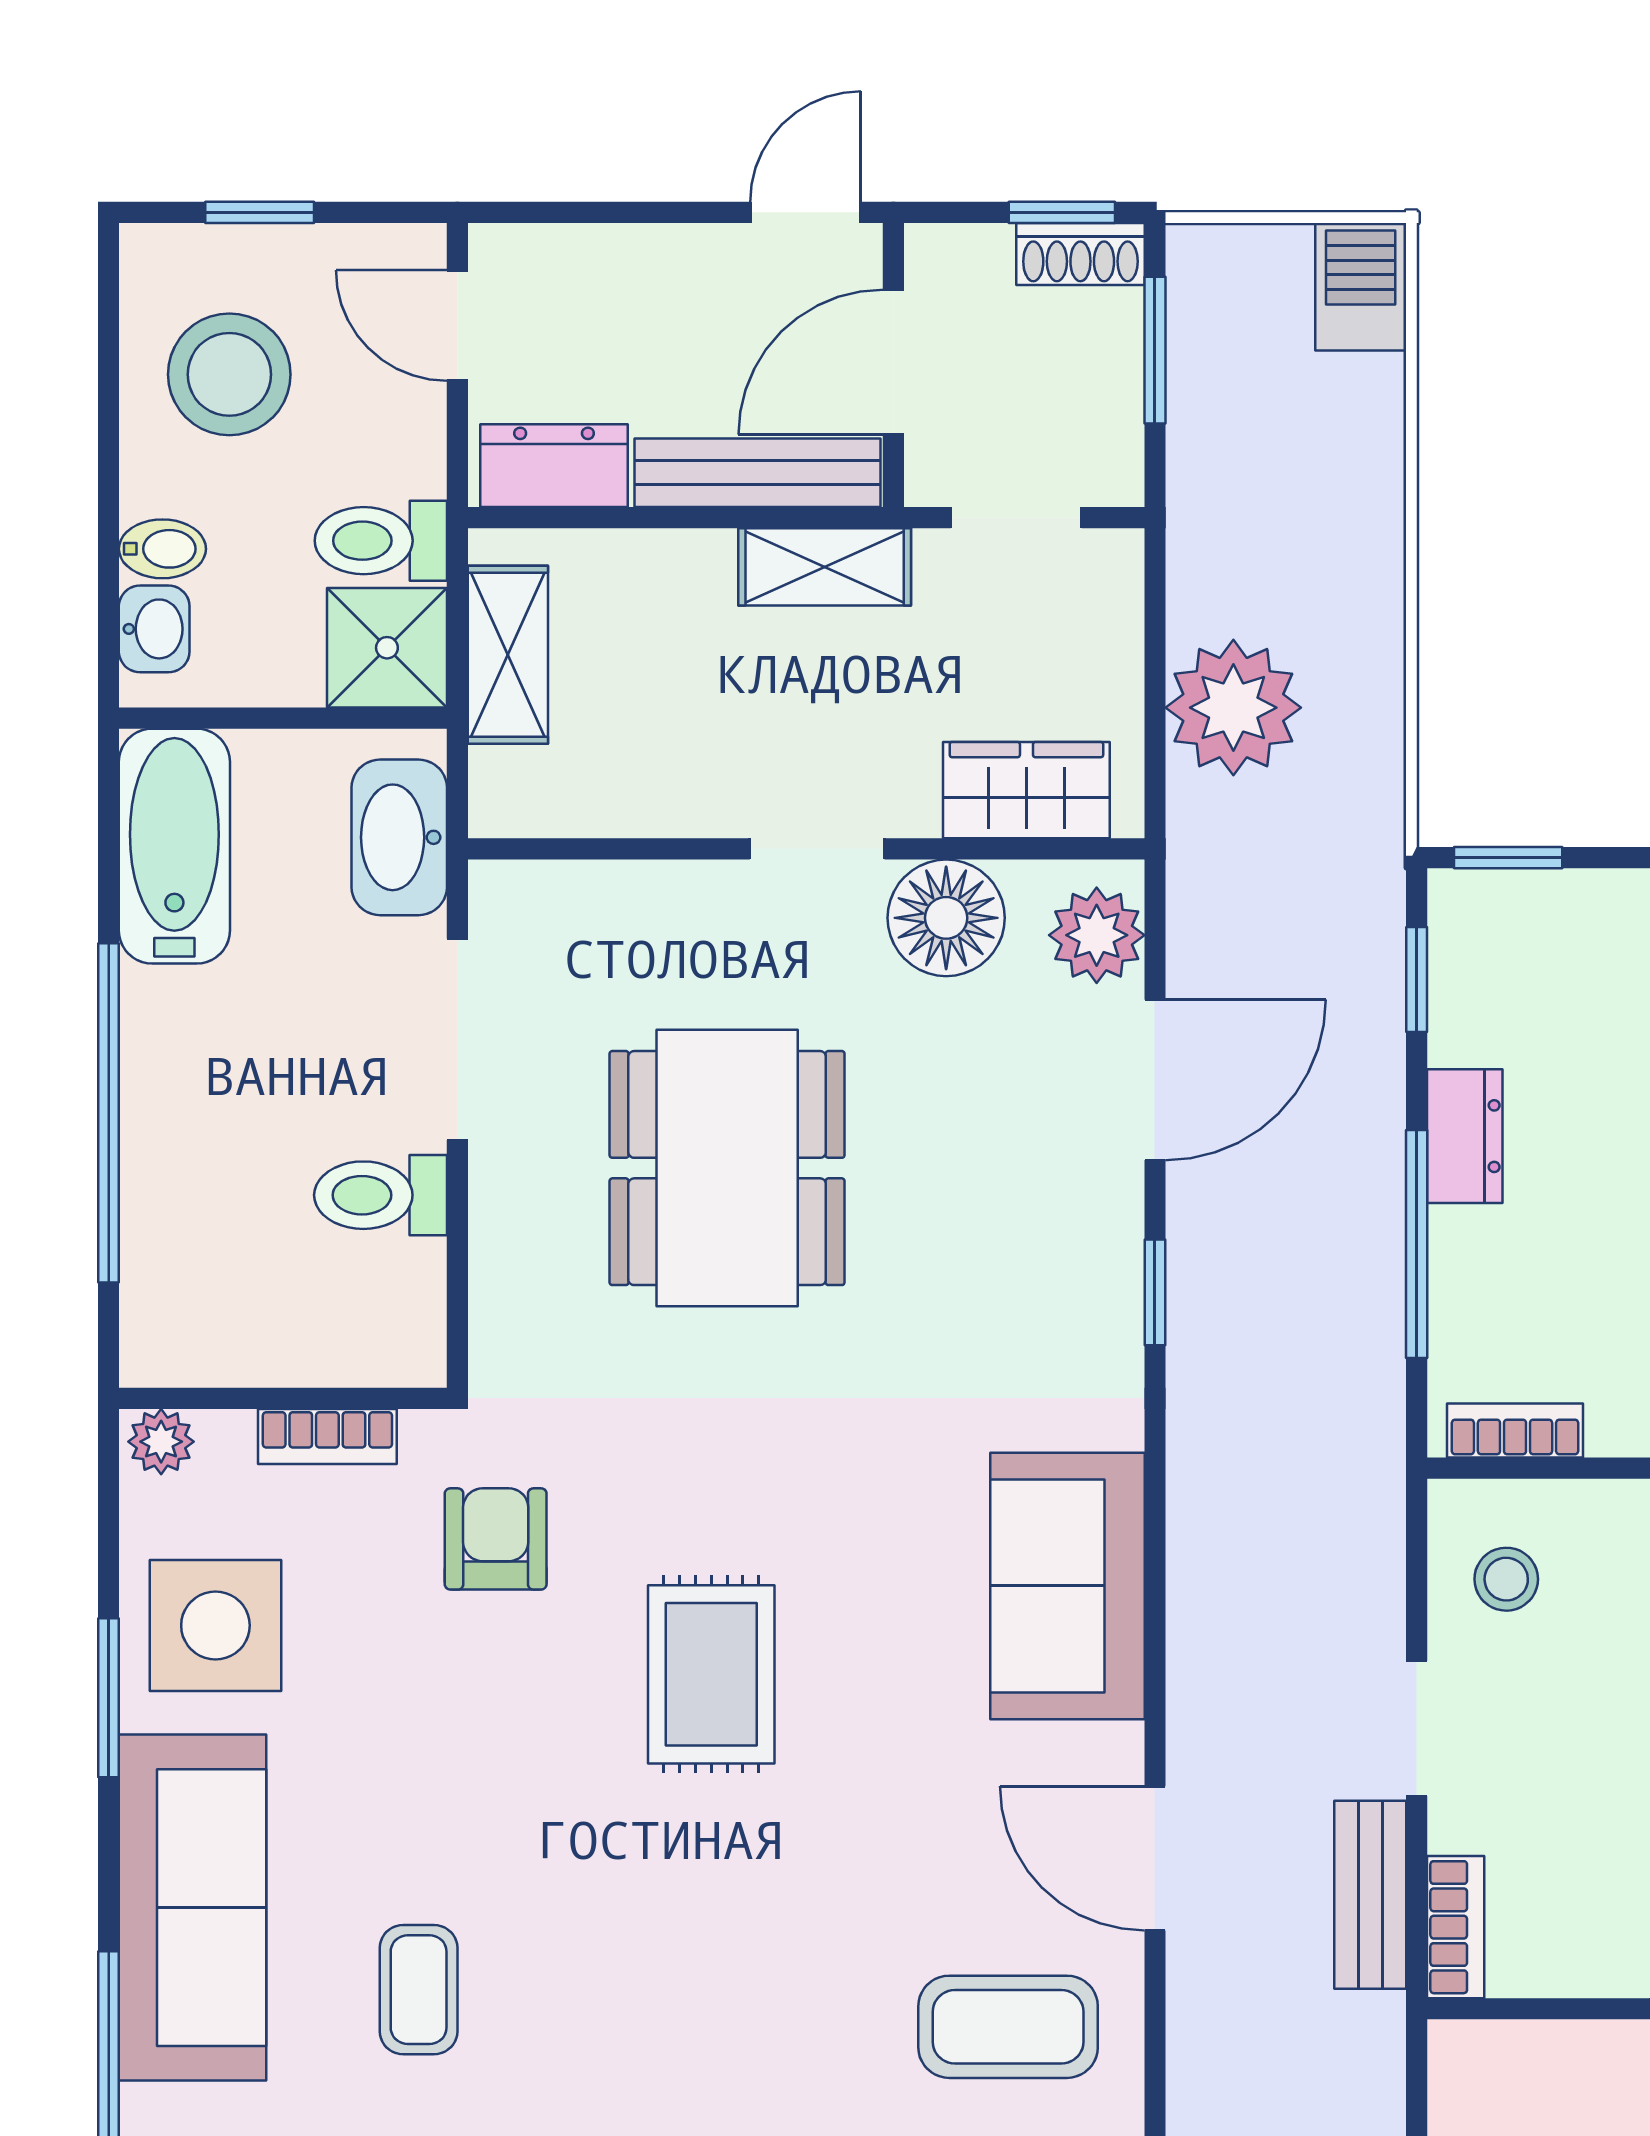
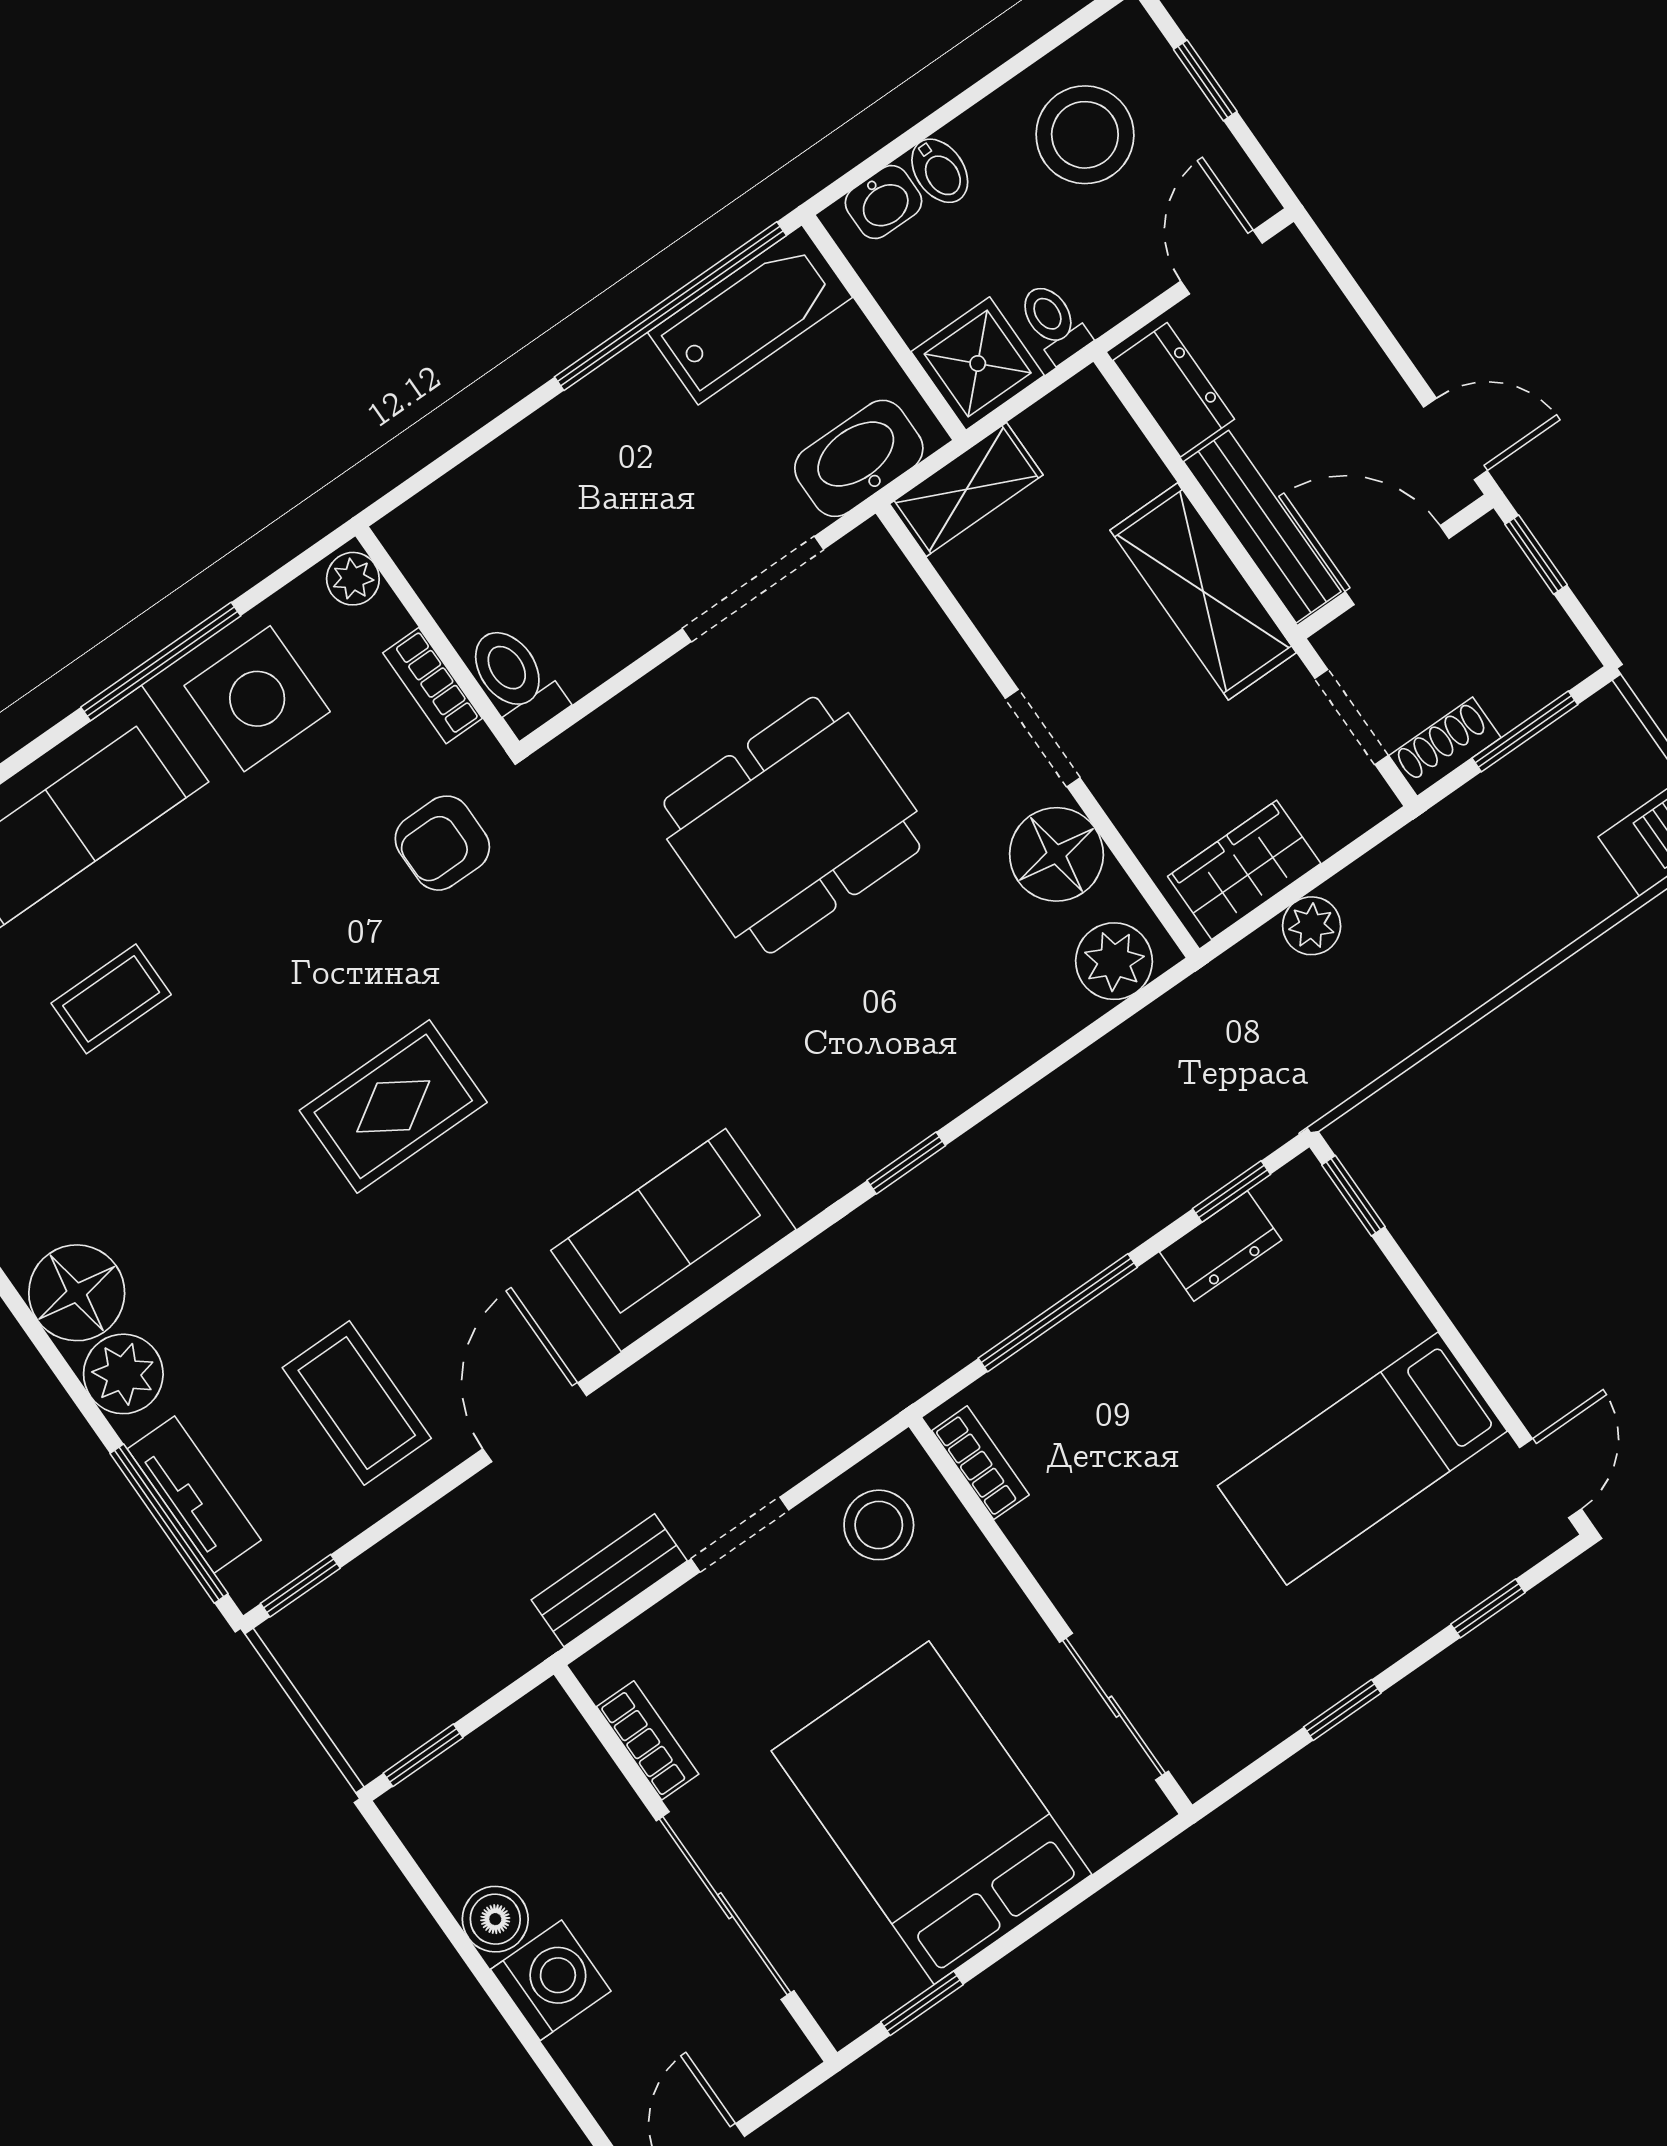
window: (1062, 212) -> (1536, 555), moved
shoe rack: (1080, 254) -> (1445, 747), moved, turned 90
toilet: (381, 541) -> (1054, 322), width x0.73, depth x0.72
shelving: (825, 567) -> (1203, 591), width x1.50, depth x1.33
shelving: (508, 655) -> (966, 489), moved
plant: (1233, 708) -> (1312, 926), width x0.53, depth x0.53
wardrobe: (1026, 790) -> (1244, 870), moved, turned -90
door: (1155, 1080) -> (1046, 1066), removed
window: (109, 1113) -> (670, 306), moved
dresser: (1465, 1136) -> (1221, 1246), moved
toilet: (381, 1195) -> (515, 680), moved
armchair: (496, 1539) -> (442, 843), turned 180
stool: (1506, 1579) -> (879, 1525), width x1.37, depth x1.37
rug: (711, 1674) -> (393, 1106), moved
window: (109, 1698) -> (161, 662), width x1.44
bookcase: (1456, 1927) -> (648, 1740), moved, turned -90

